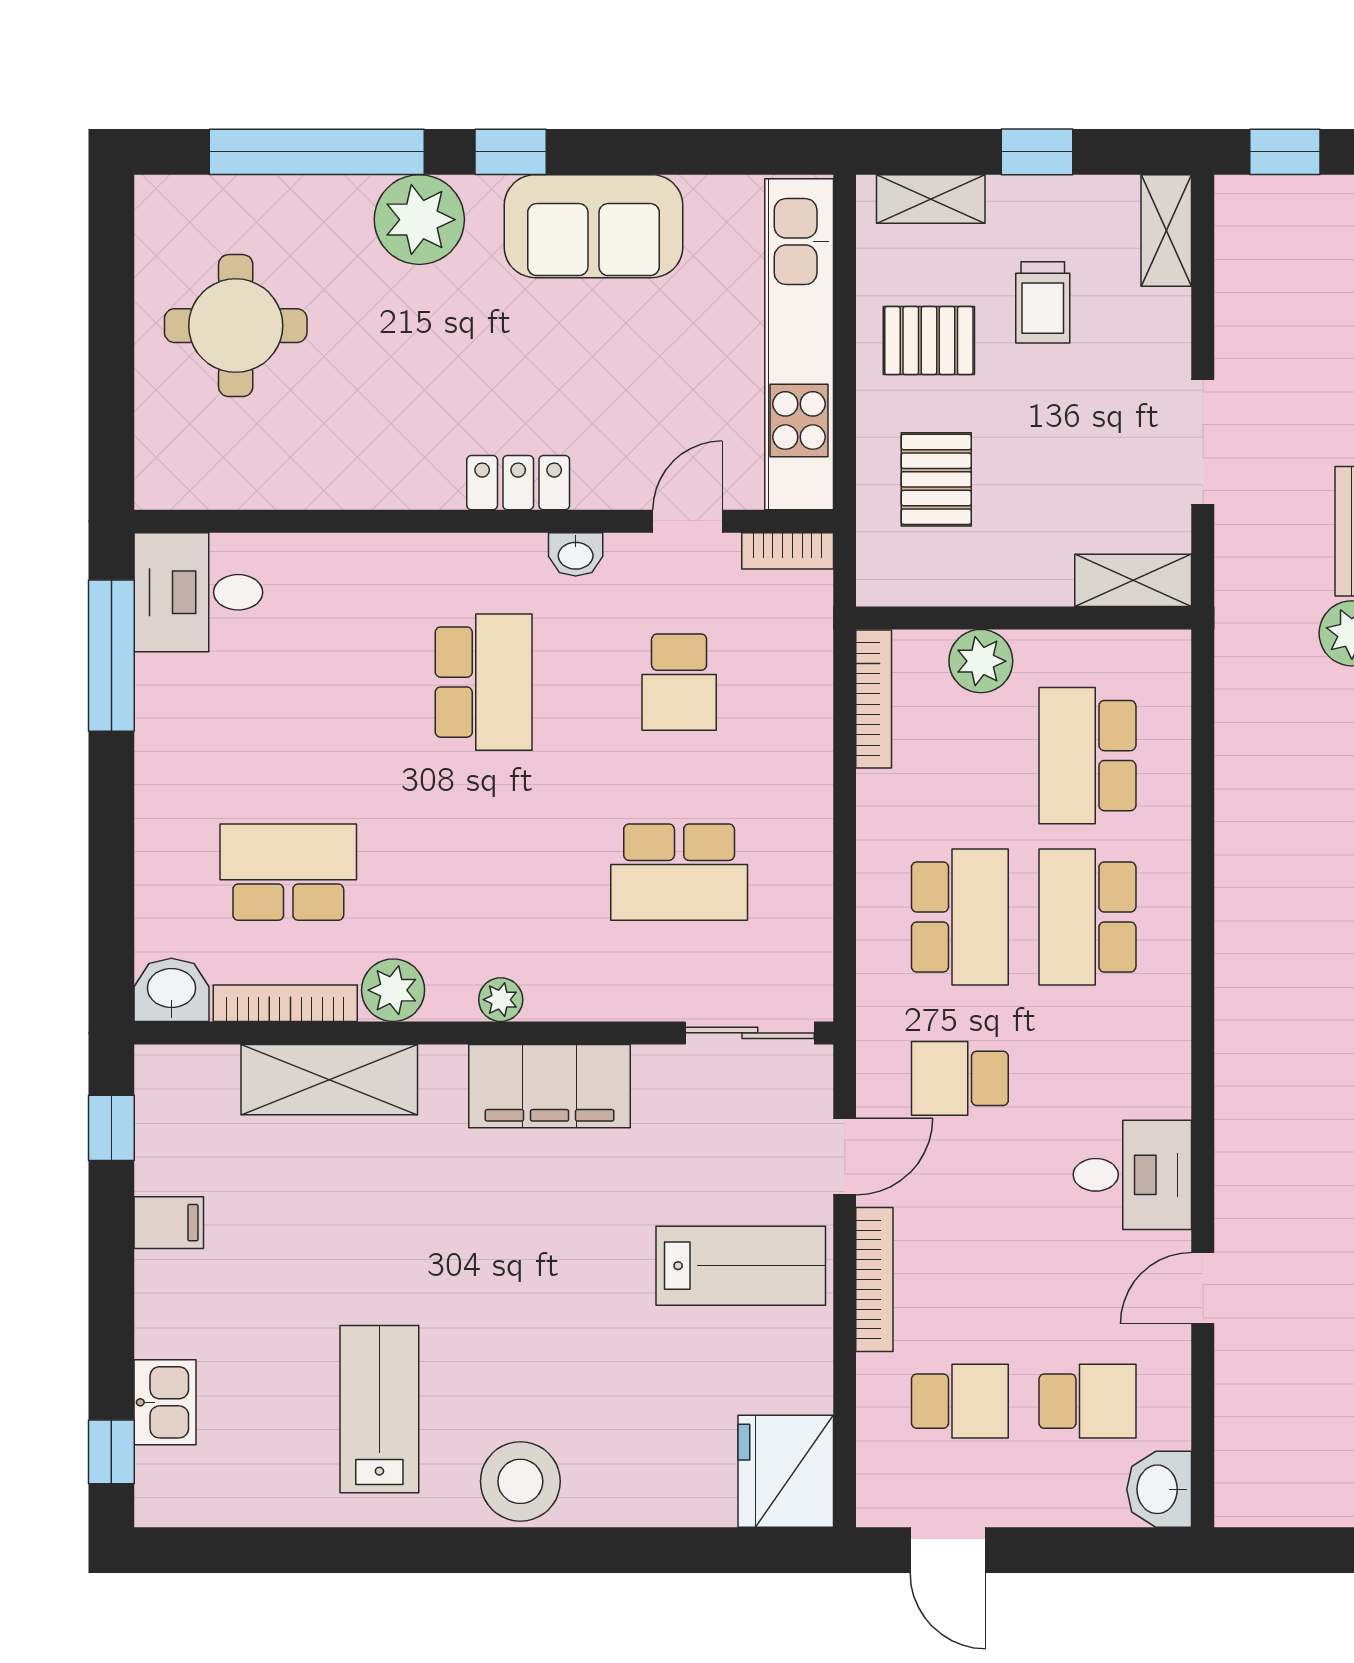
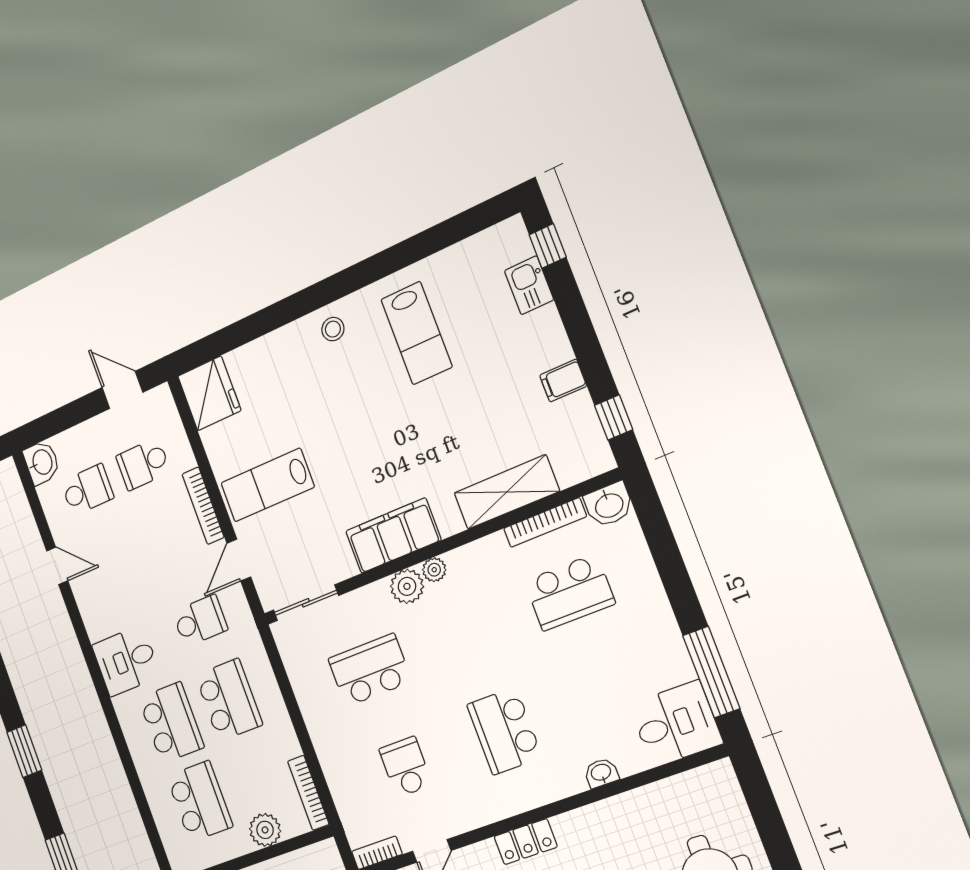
washbasin: (576, 554) -> (601, 773), moved
school desk: (960, 917) -> (229, 700), turned 180
plant: (393, 990) -> (407, 586), moved
desk: (1132, 1175) -> (126, 661), moved
door: (1203, 1288) -> (57, 566), hinge flipped
school desk: (1087, 1401) -> (87, 490), turned 180
stool: (520, 1481) -> (333, 329), width x0.53, depth x0.53

